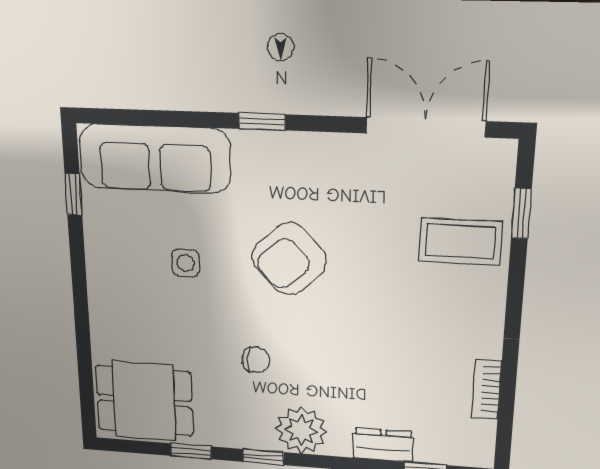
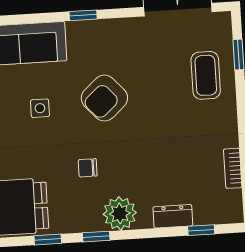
coffee table: (460, 242) -> (206, 75), turned 90
chair: (256, 360) -> (88, 168), turned 180

